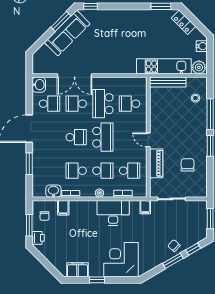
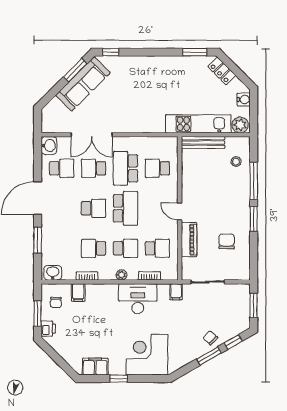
washbasin: (53, 191) -> (53, 273), moved

